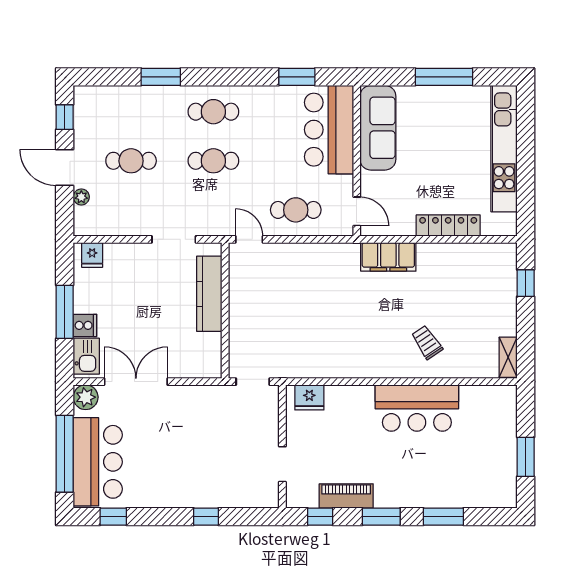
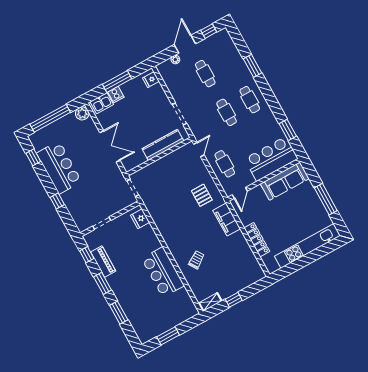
pallet: (326, 276) -> (202, 195), added
window: (526, 283) -> (234, 300), moved
double door: (136, 382) -> (110, 146), moved
bar counter: (98, 462) -> (59, 167), moved, turned -90

